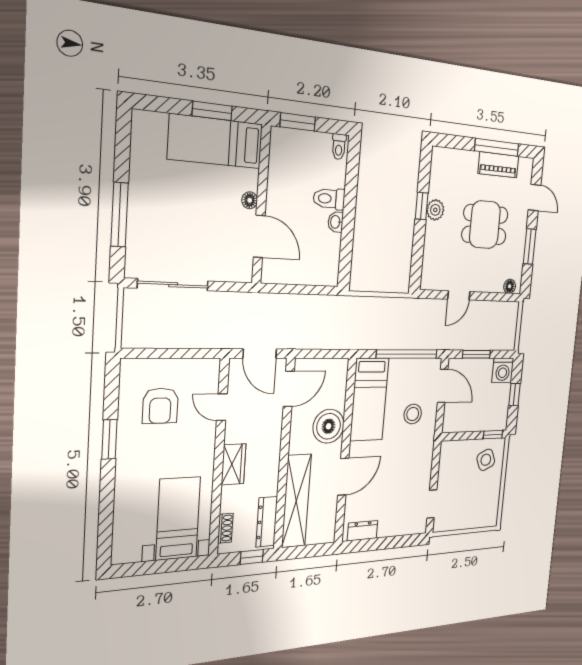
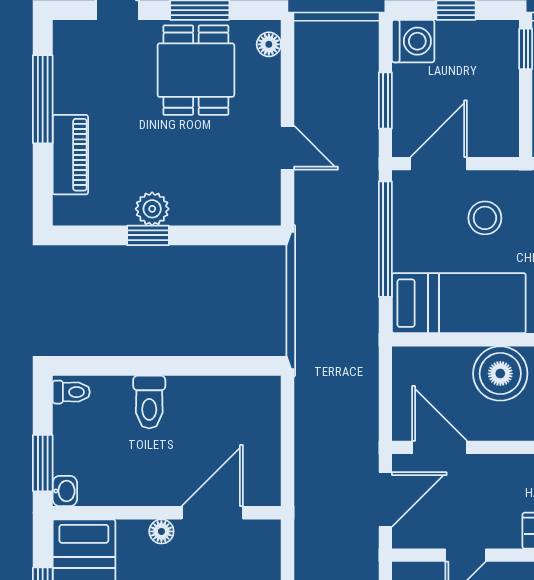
piano: (498, 165) -> (70, 155), moved
washbasin: (336, 222) -> (65, 491), moved, turned -90
dining table: (485, 225) -> (196, 70), moved

